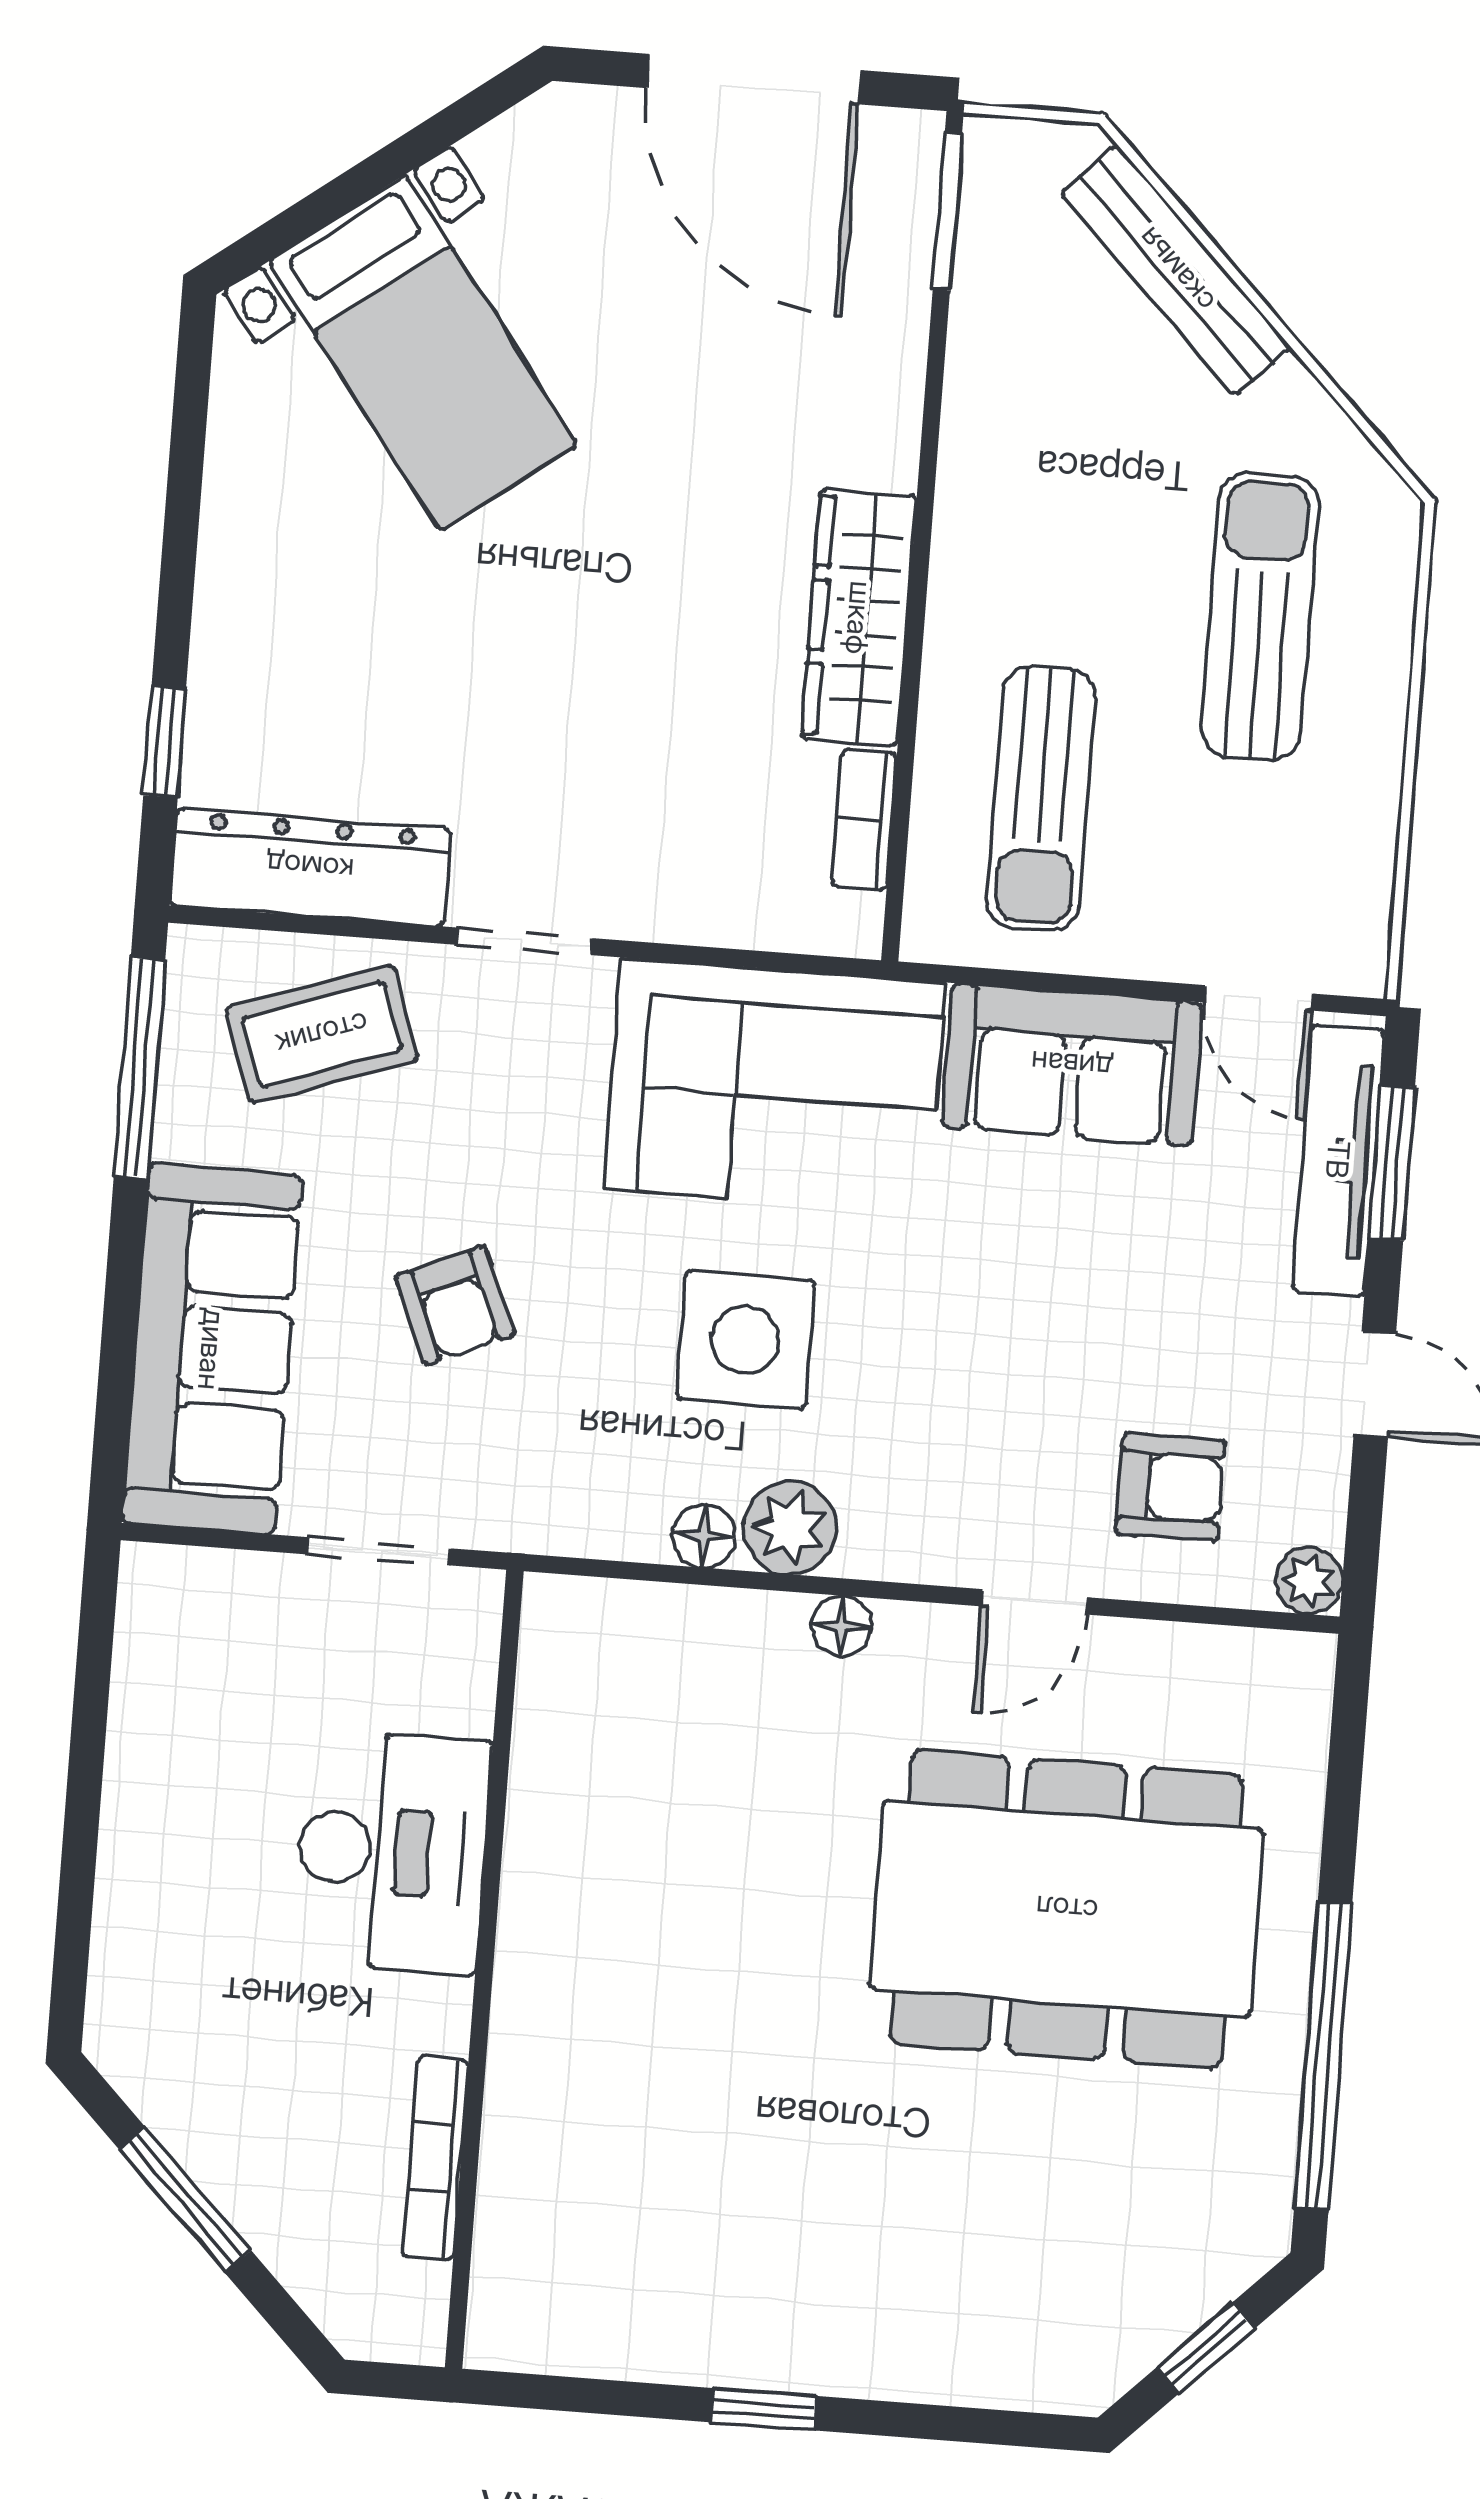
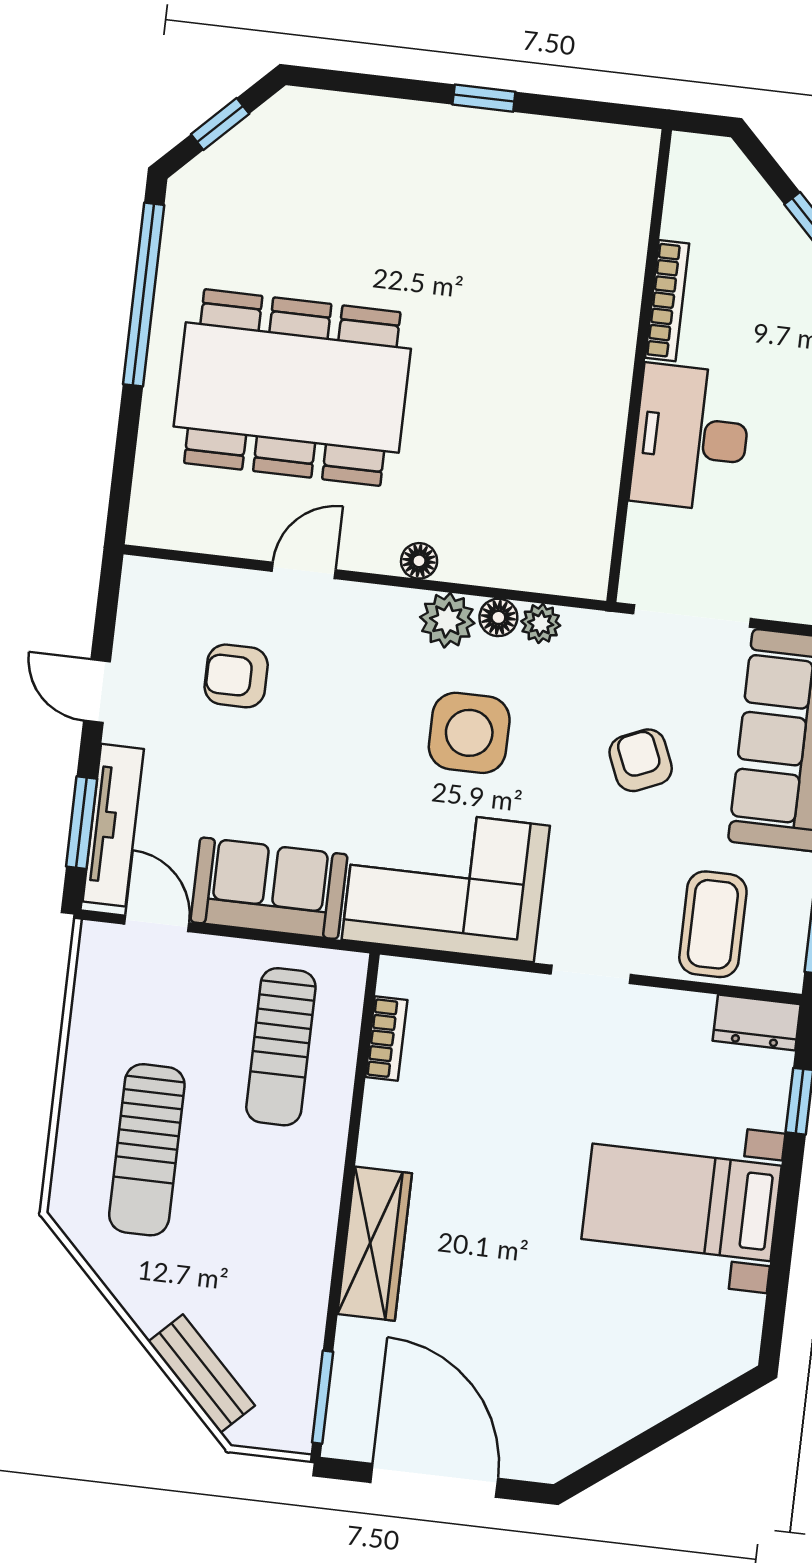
bench: (1176, 270) -> (202, 1374), width x0.73
bed with nightstands: (423, 353) -> (681, 1202), moved, turned -53
wardrobe: (859, 618) -> (375, 1244), moved
sun lounger: (1041, 799) -> (281, 1047), turned 180
dresser: (310, 867) -> (757, 1022), width x0.51, depth x0.80
coffee table: (322, 1034) -> (713, 924), turned -71
armchair: (1170, 1487) -> (236, 676), moved
doorway: (378, 1551) -> (692, 616), width x1.38
plant: (1309, 1581) -> (541, 623), moved
bookcase: (435, 2158) -> (667, 301), moved

